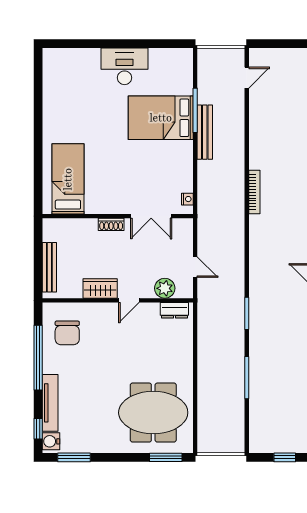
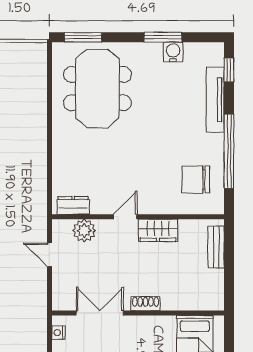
bench: (49, 267) -> (216, 247), width x0.73
chair: (67, 333) -> (196, 180), turned -90
meeting table: (153, 413) -> (97, 89), turned 90
water cooler: (51, 441) -> (173, 52), moved, turned -90
window: (74, 457) -> (163, 37), moved

